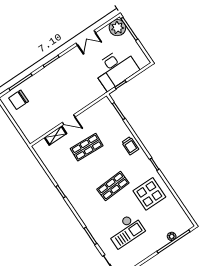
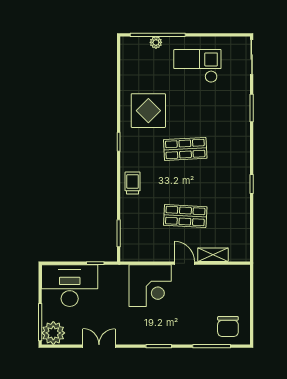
desk: (116, 69) -> (70, 286), moved
corner desk: (80, 93) -> (150, 286), added
chair: (19, 100) -> (228, 327), turned 90
checkout: (125, 231) -> (197, 66), moved

